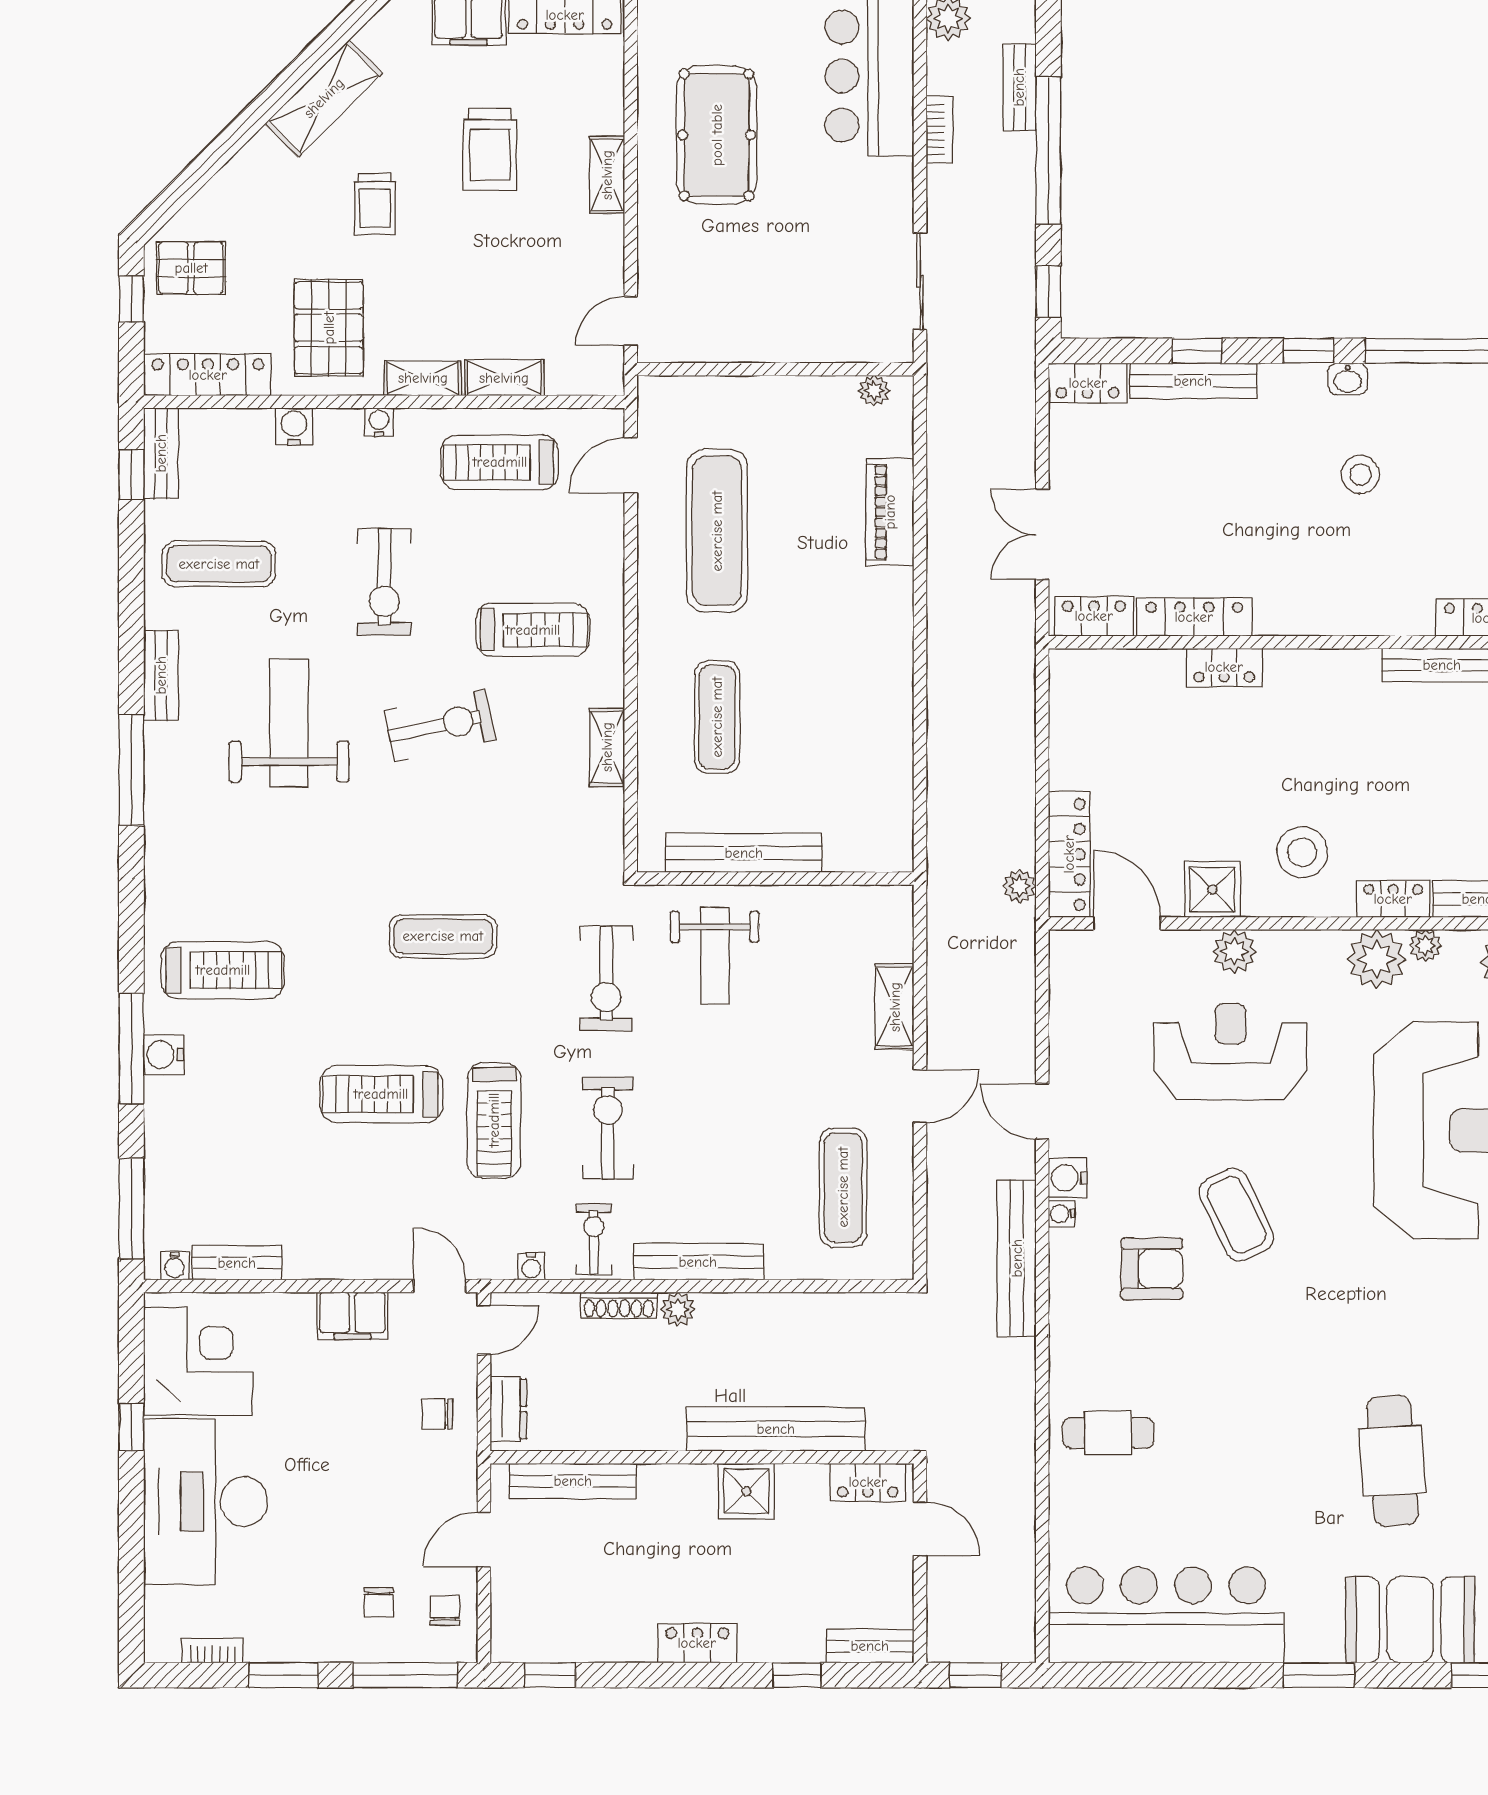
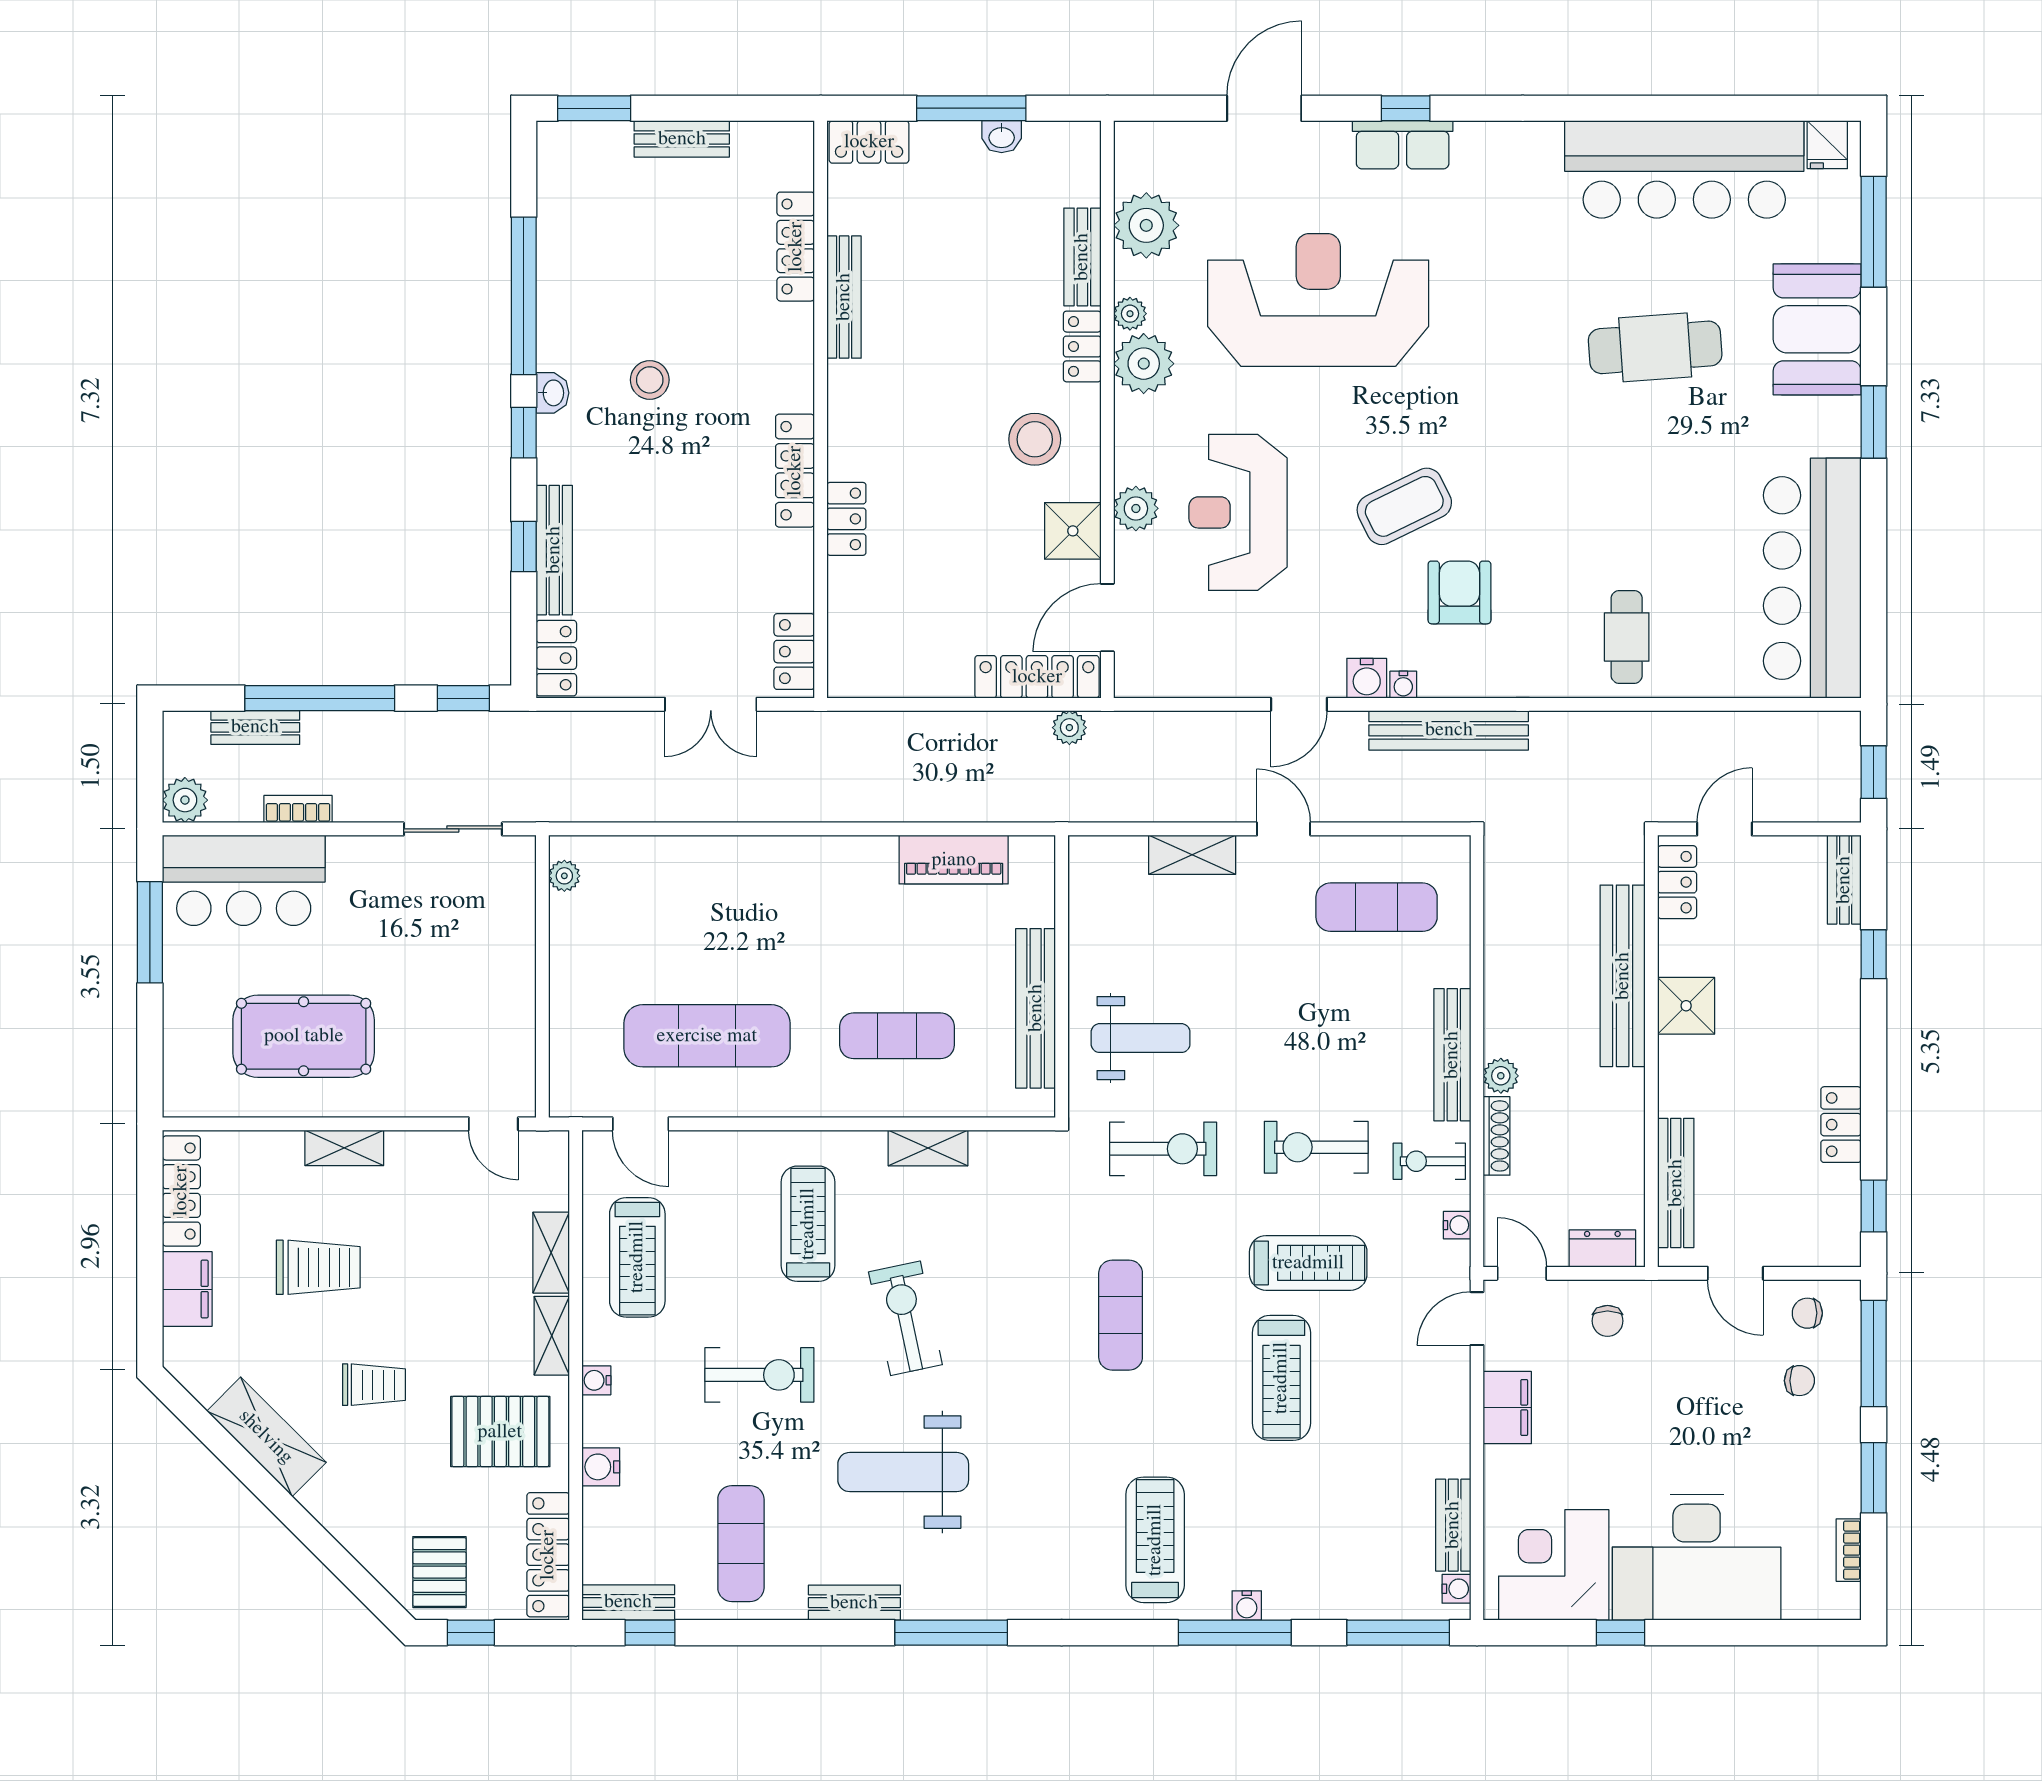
piano: (890, 512) -> (954, 860), moved
locker: (1194, 617) -> (795, 471), moved
water cooler: (164, 1055) -> (1247, 1605), width x0.72, depth x0.72
locker: (697, 1643) -> (1841, 1125), moved

